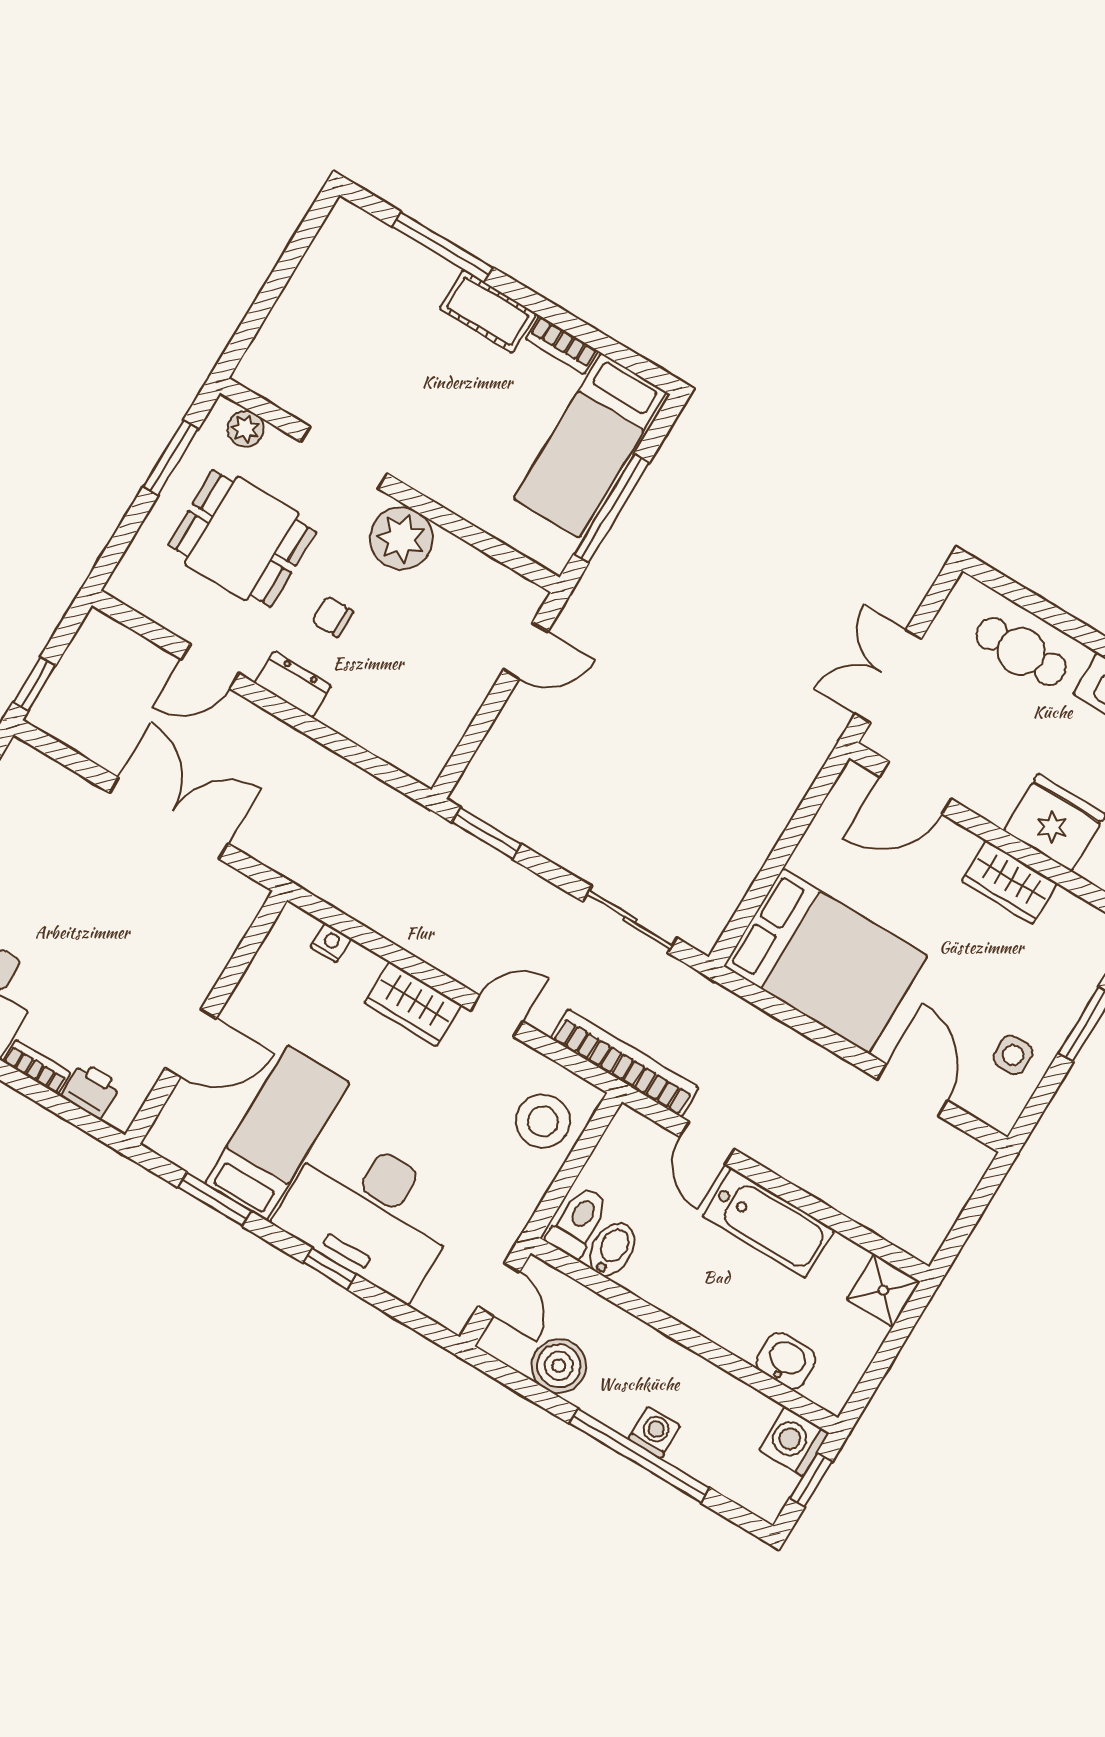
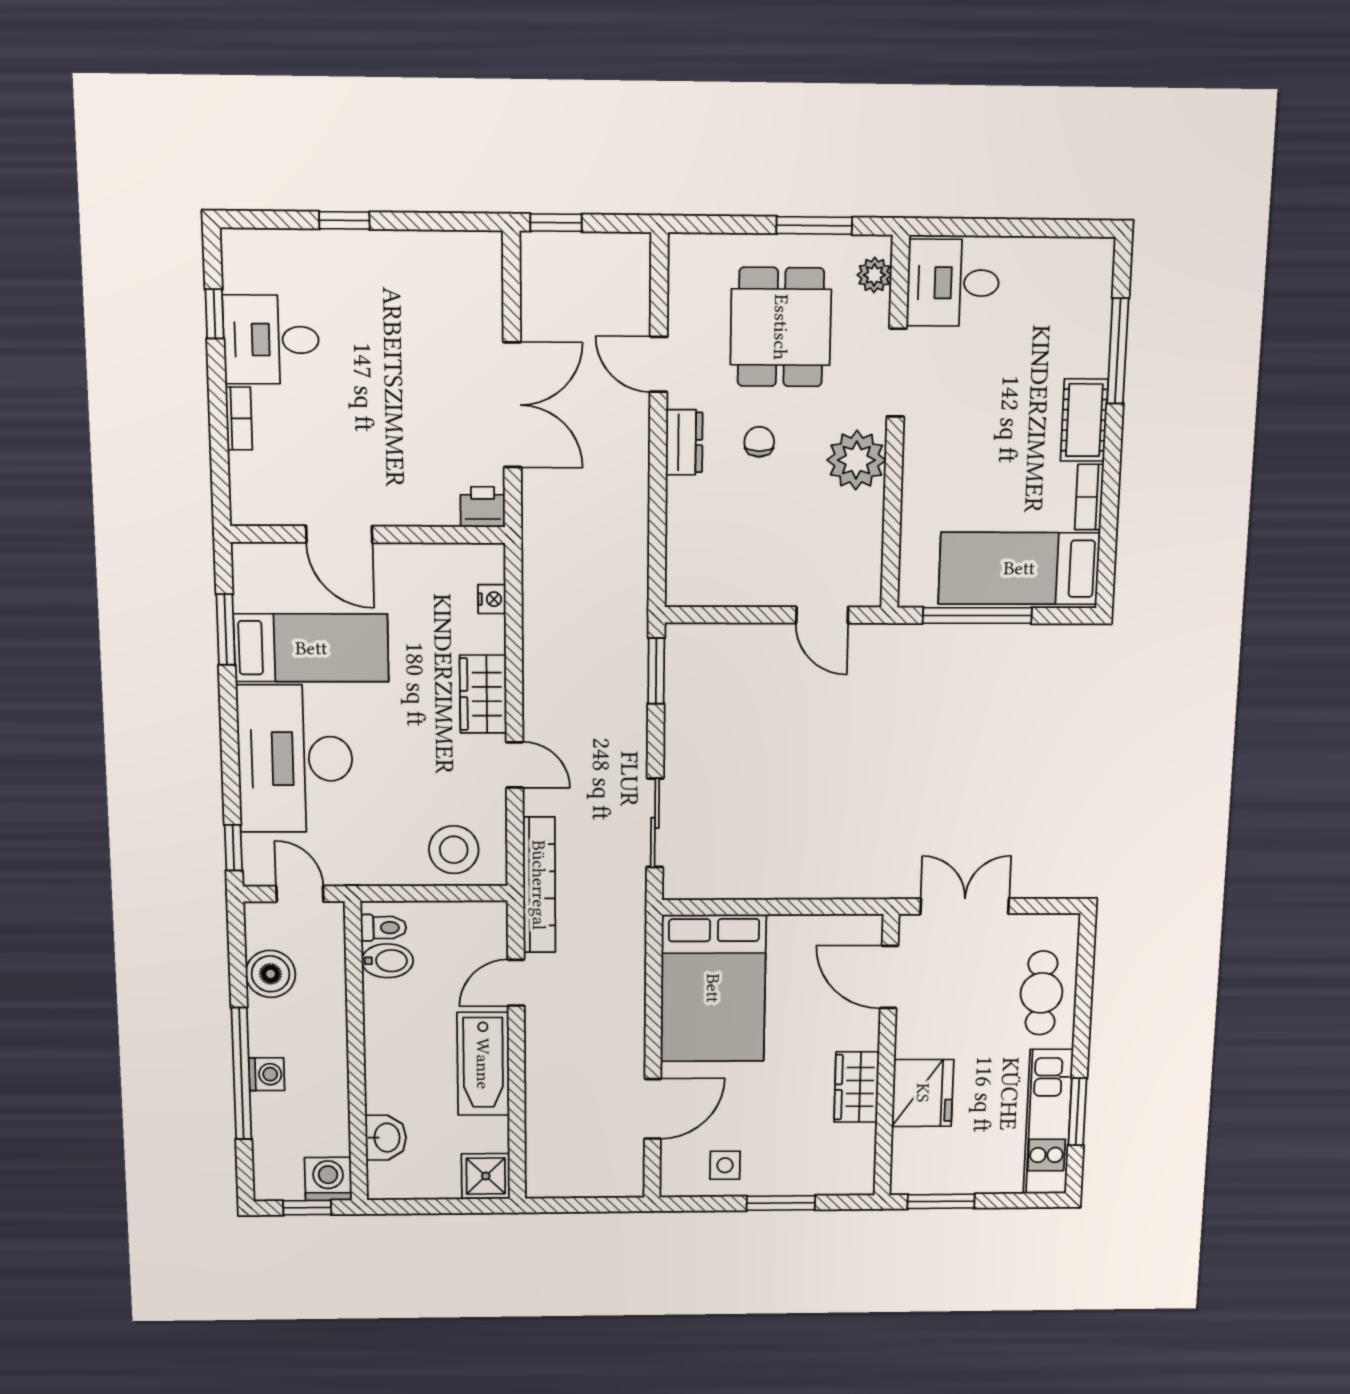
desk: (294, 362) -> (953, 283), added
printer: (91, 1090) -> (483, 507), moved, turned -90
toilet: (578, 1222) -> (384, 928), width x0.73, depth x0.72
window: (330, 1269) -> (233, 848), moved
door: (499, 1289) -> (300, 894), swing flipped

